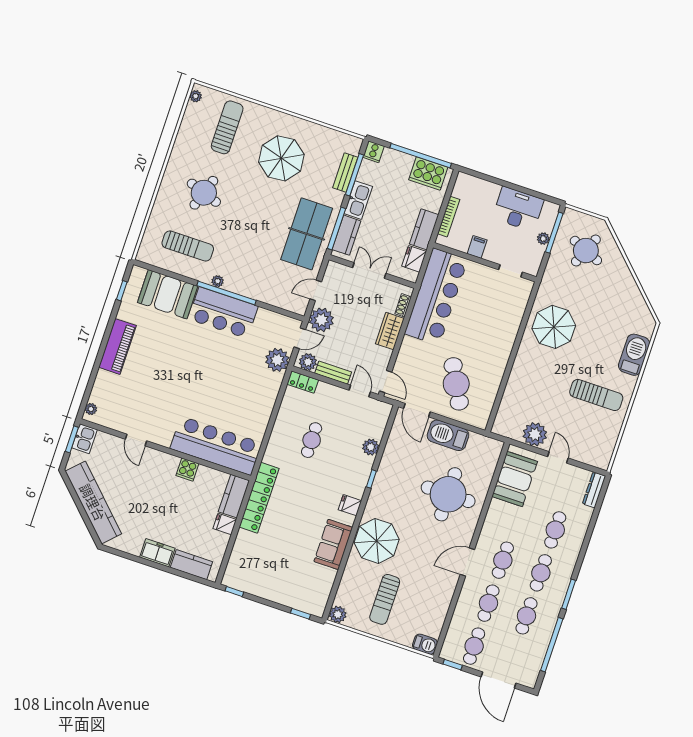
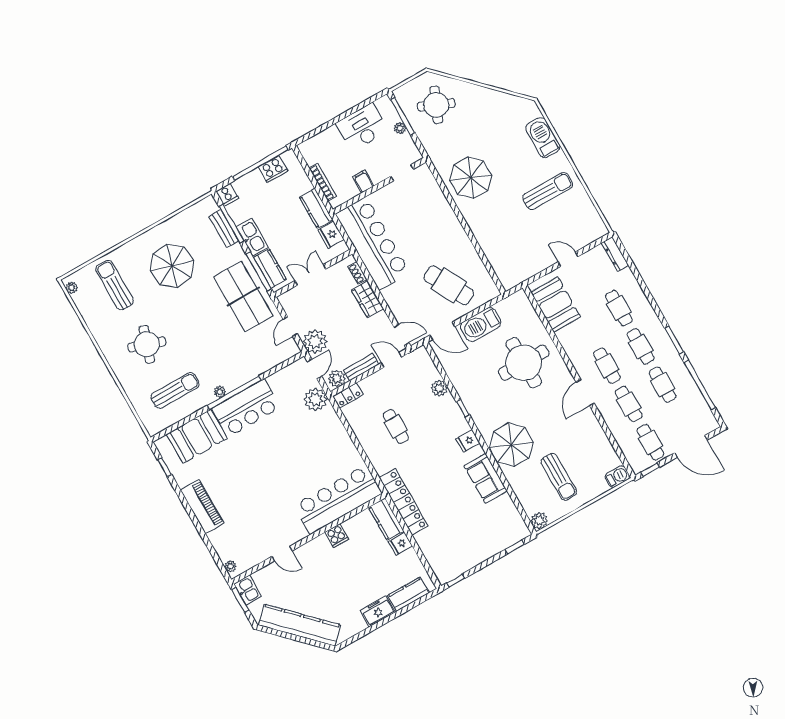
cooker: (428, 174) -> (273, 169), width x0.73, depth x0.76
plant: (535, 434) -> (536, 261), removed

